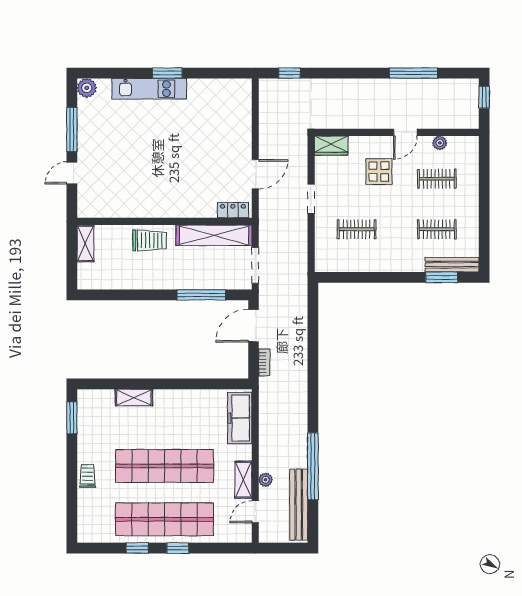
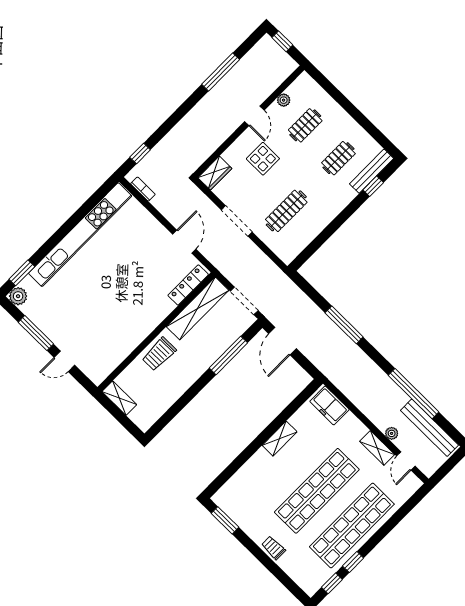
window: (167, 73) -> (22, 273), moved
kitchen unit: (149, 89) -> (80, 235), width x1.86
door: (72, 173) -> (64, 361), hinge flipped
doorway: (311, 199) -> (237, 221), width x1.38
locker: (233, 210) -> (188, 285), width x1.53
clothes rail: (357, 229) -> (286, 211), width x1.36
trolley: (149, 240) -> (159, 354), turned 180
window: (442, 277) -> (373, 186), width x0.67
window: (313, 361) -> (344, 325), added
bookcase: (264, 362) -> (143, 189), moved
shelving: (134, 398) -> (280, 439), moved
freezer: (240, 418) -> (329, 405), width x0.71
window: (178, 548) -> (332, 583), moved

